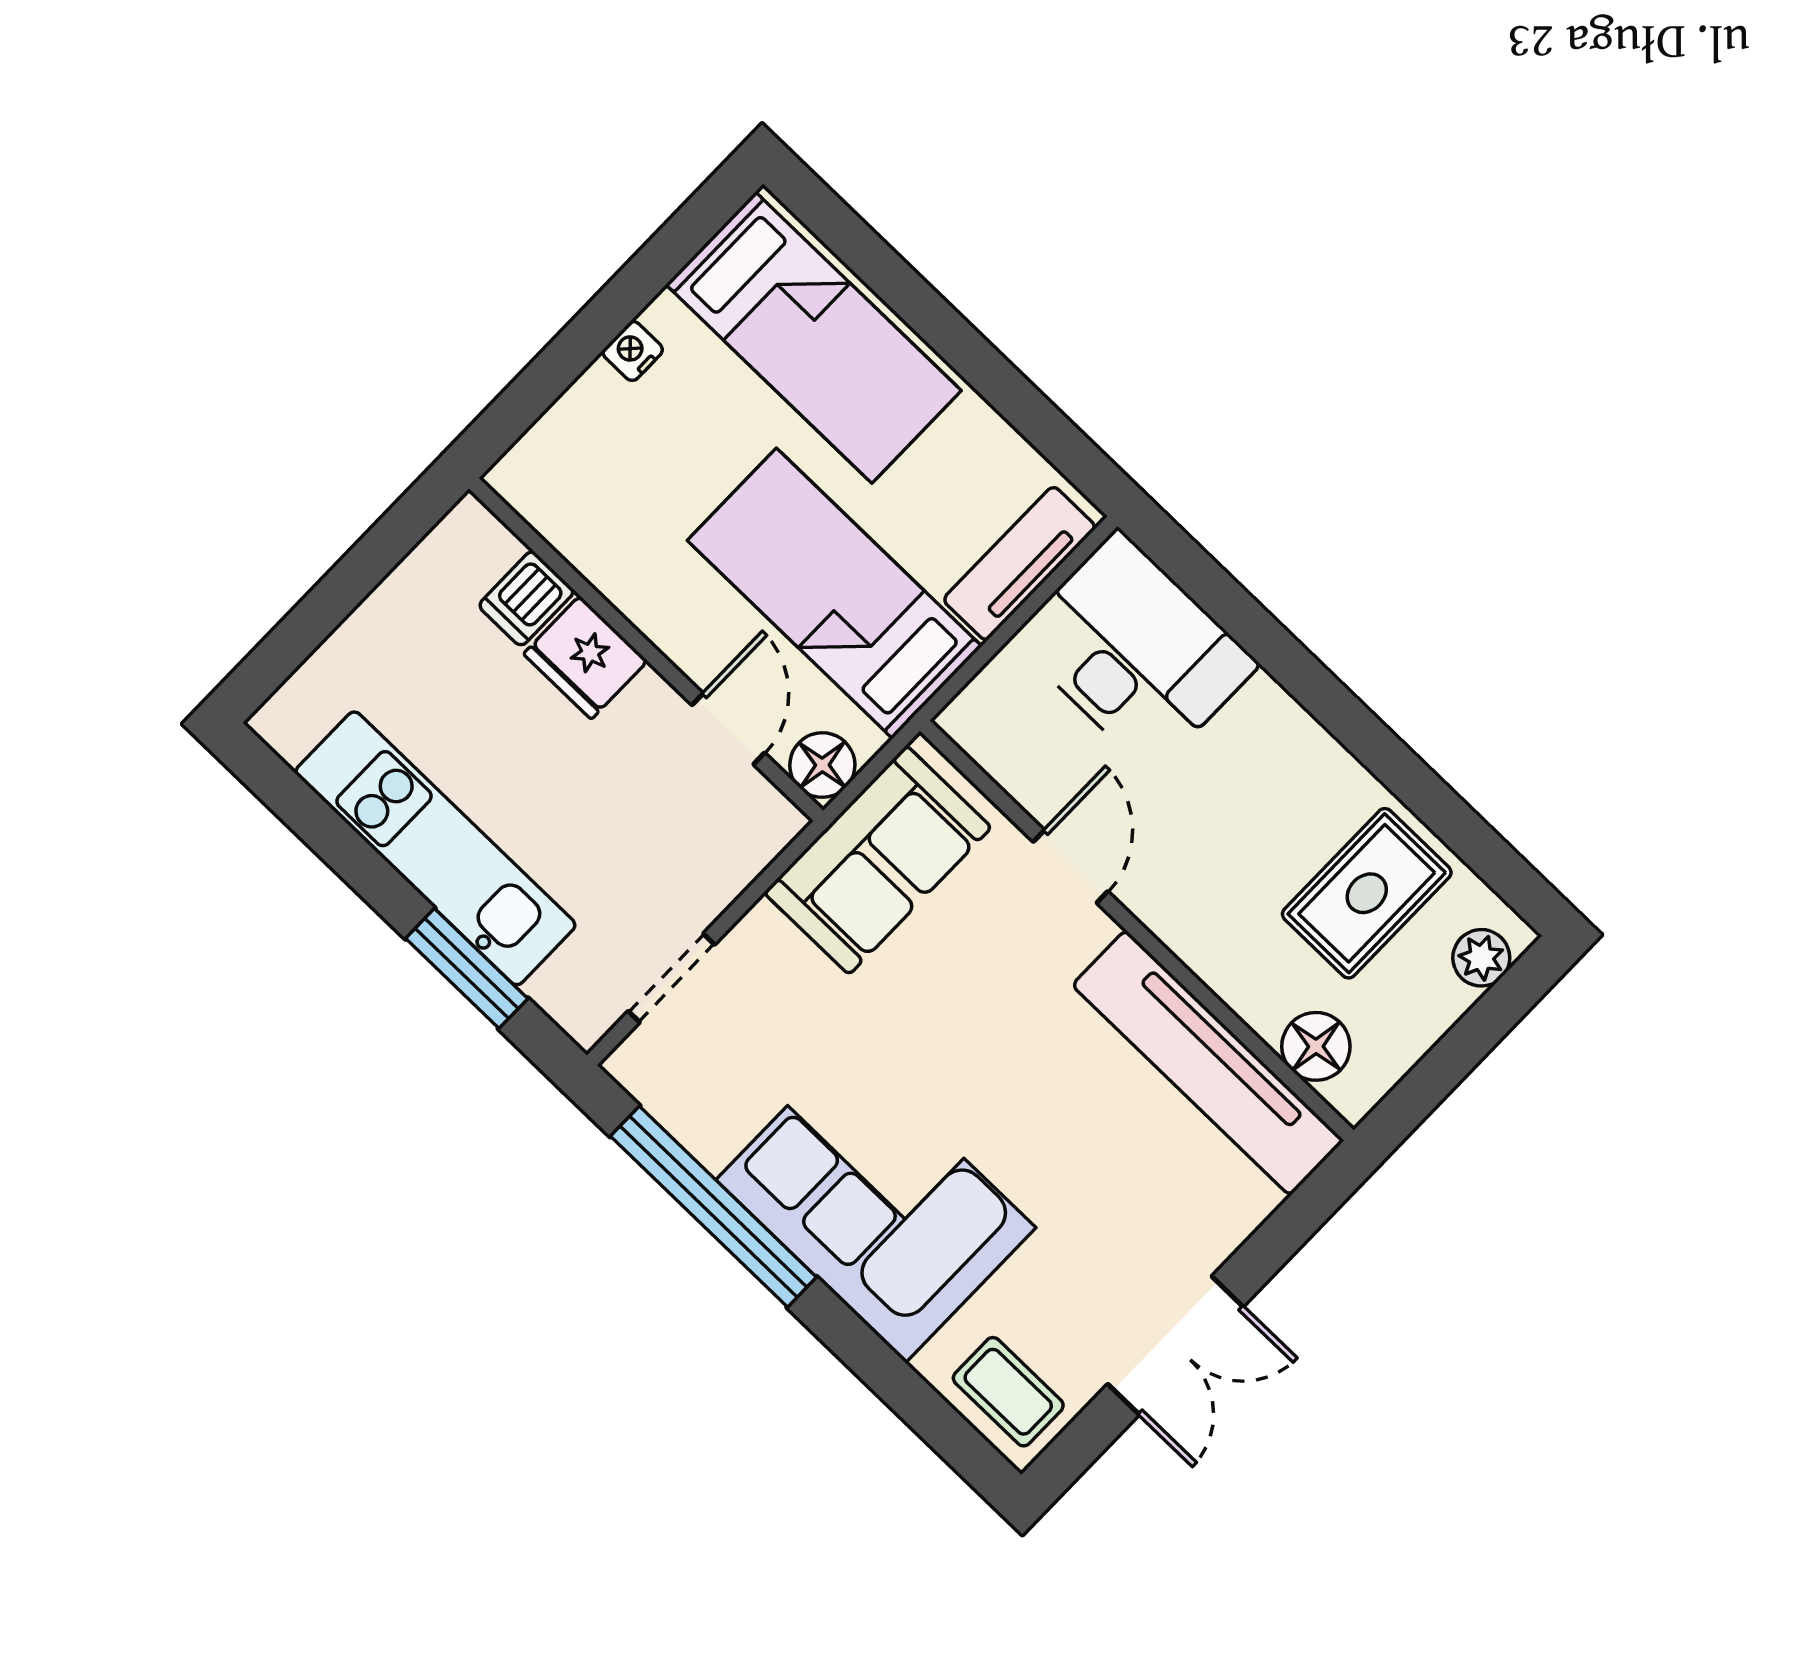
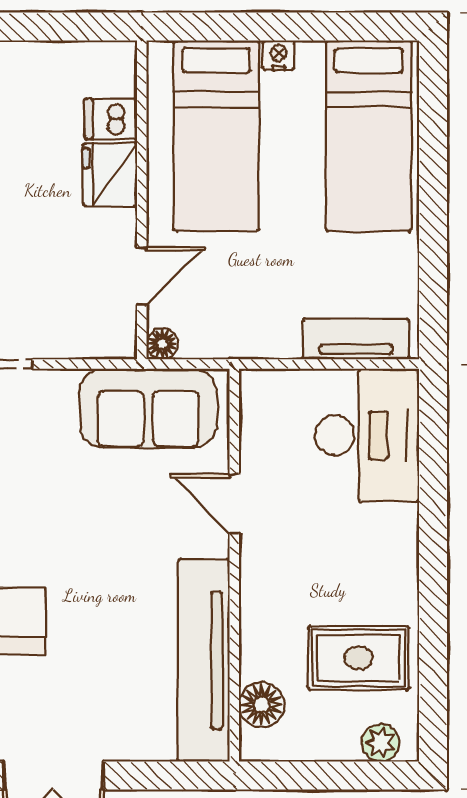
bed: (835, 593) -> (216, 136), moved, turned 180
floor lamp: (822, 765) -> (162, 344), width x0.73, depth x0.73
door: (1071, 866) -> (234, 504), swing flipped

